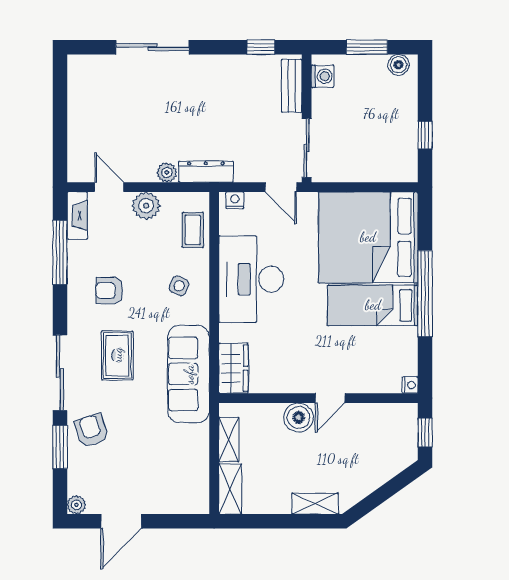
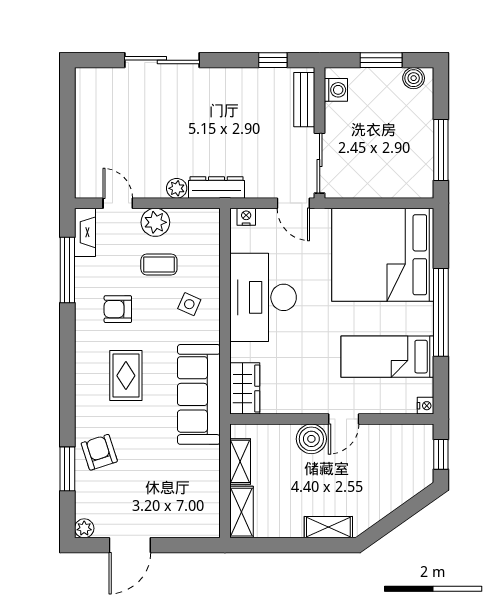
window: (425, 135) -> (441, 150), width x2.17
coffee table: (193, 230) -> (159, 264), moved, turned 90
bed: (373, 305) -> (387, 357), moved
sliding door: (60, 373) -> (67, 393), removed

